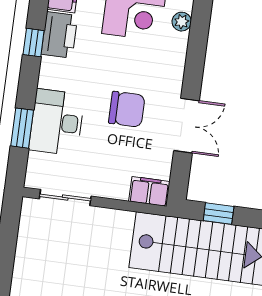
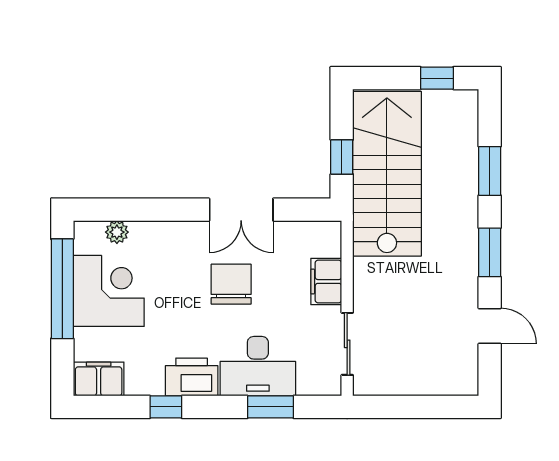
printer: (59, 35) -> (192, 377), moved
double door: (186, 126) -> (241, 210), swing flipped
filing cabinet: (149, 191) -> (326, 281), moved

